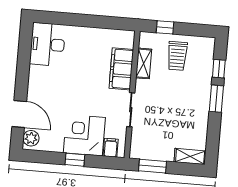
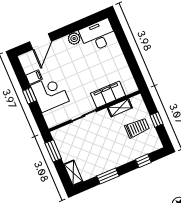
window: (165, 27) -> (156, 120), moved
trolley: (177, 56) -> (137, 128), turned 180
window: (216, 99) -> (108, 176), moved
plant: (31, 138) -> (74, 39), moved
filing cabinet: (111, 148) -> (34, 77), moved

